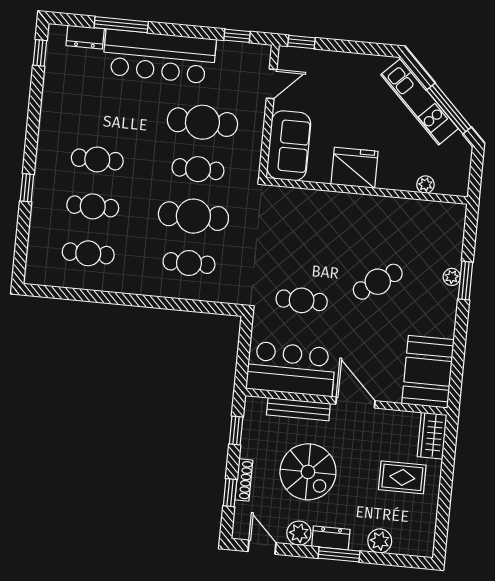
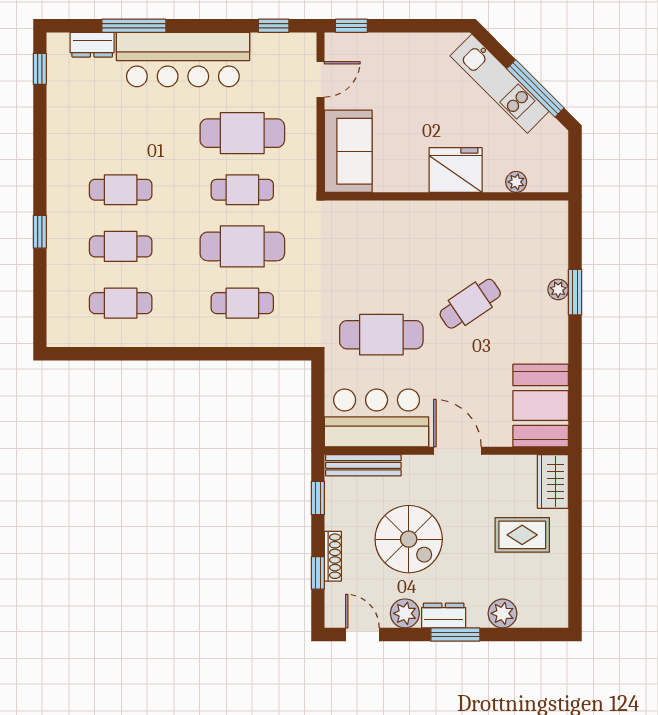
fridge: (355, 168) -> (456, 170), moved
cafe table: (302, 300) -> (381, 335), width x1.37, depth x1.35
bench: (298, 409) -> (363, 465), moved

